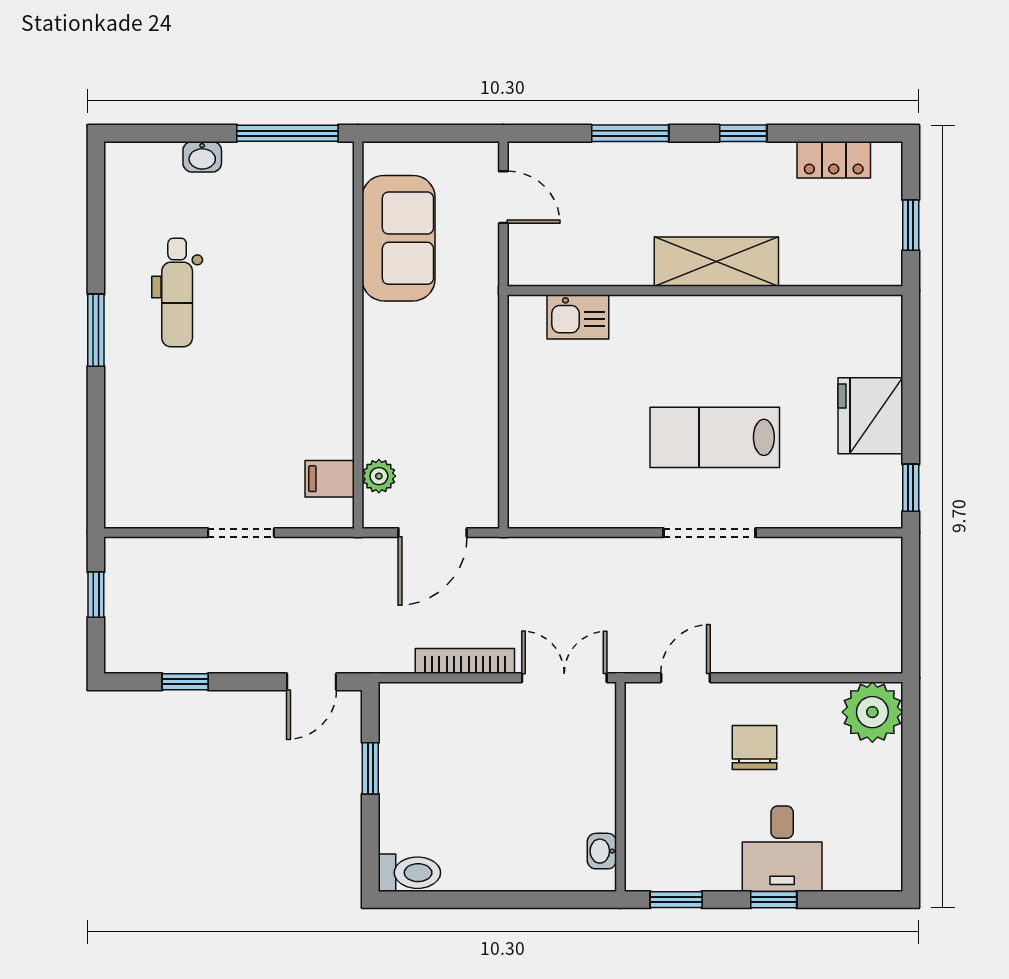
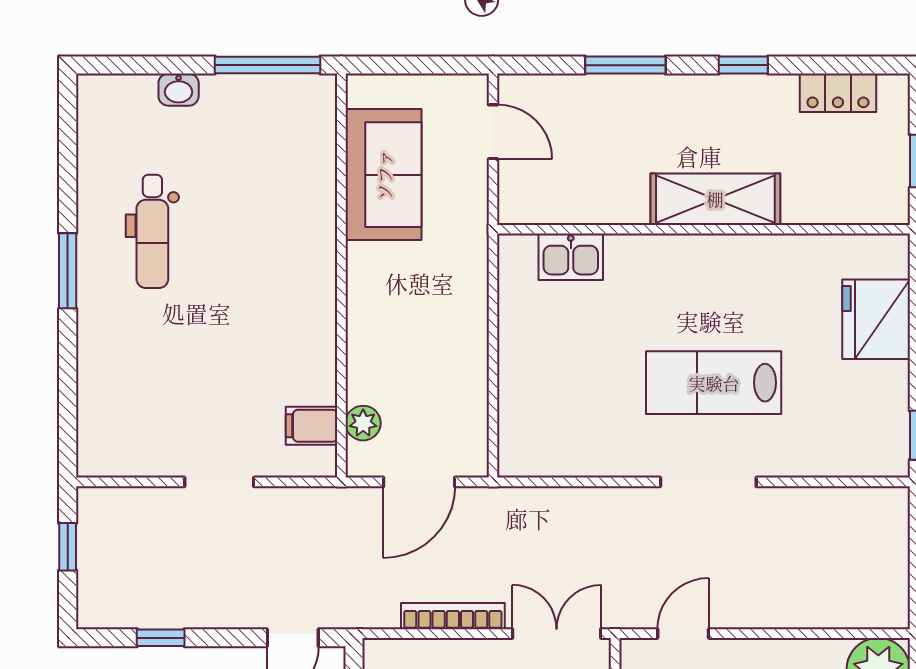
fridge: (870, 416) -> (876, 319), moved

